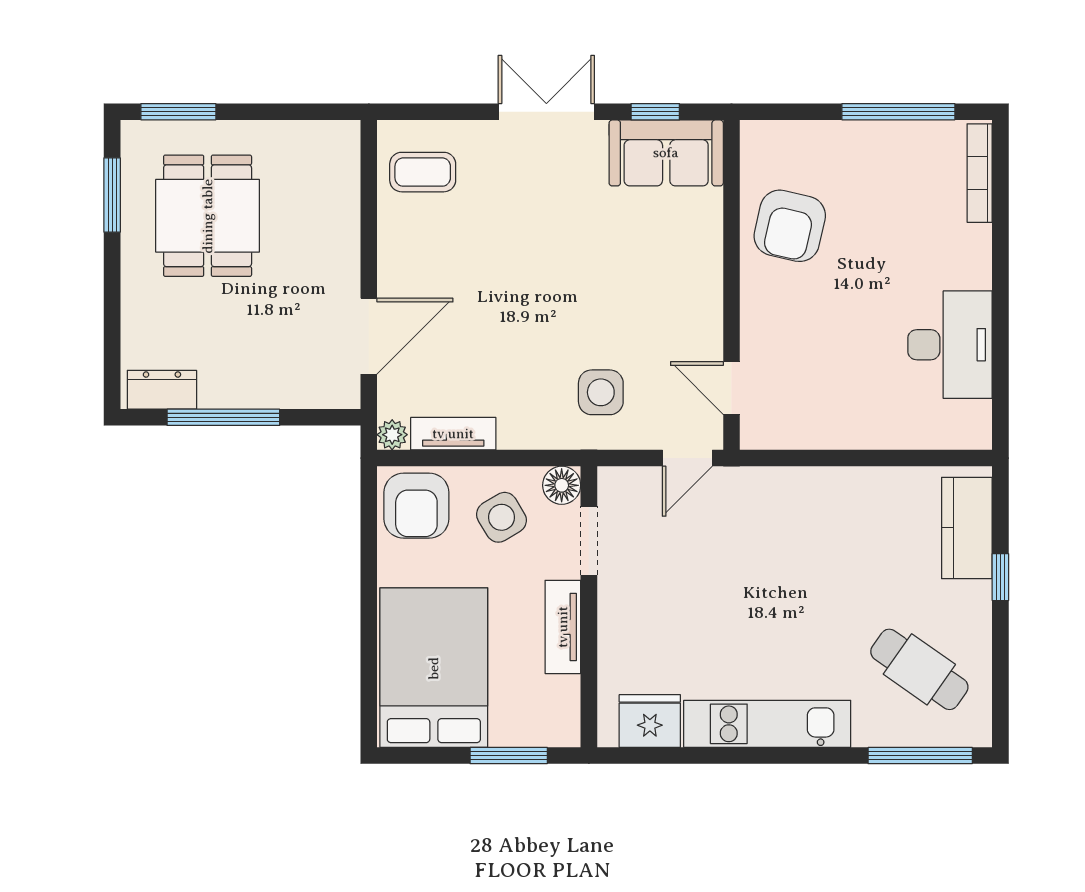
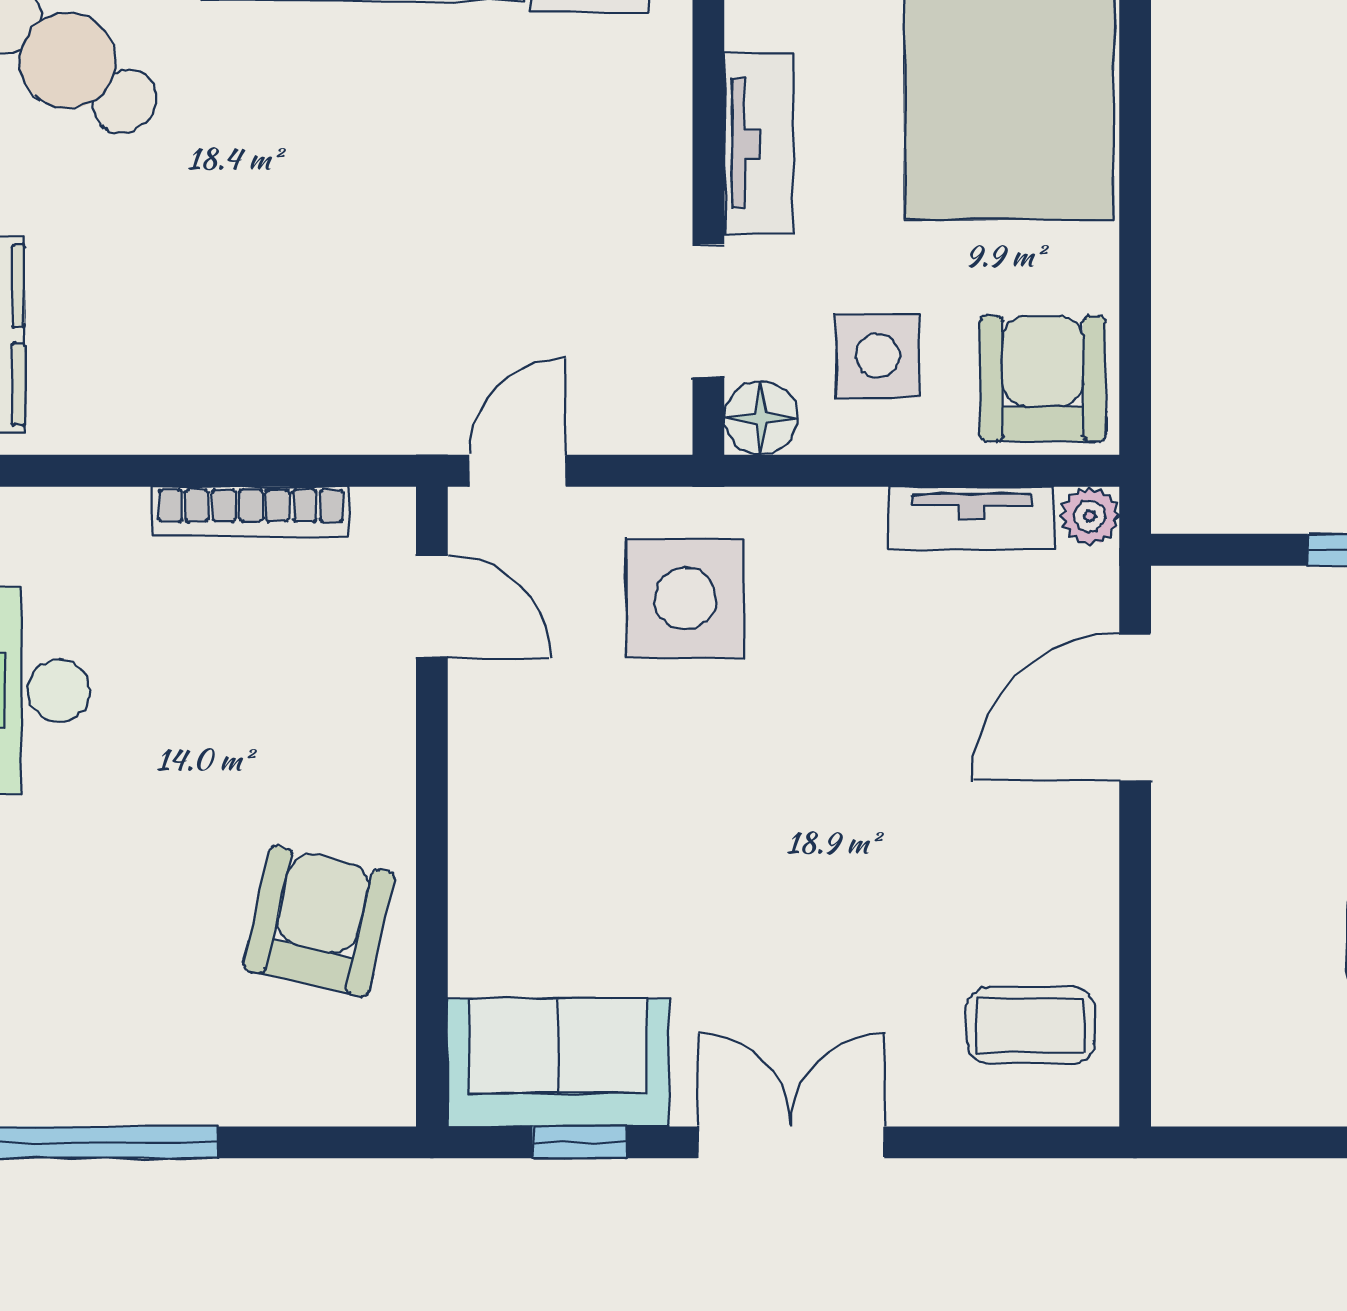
double door: (546, 112) -> (791, 1142), swing flipped
side table: (601, 392) -> (685, 598), width x1.37, depth x1.37
bookcase: (825, 437) -> (251, 512), added
side table: (501, 517) -> (878, 356), turned 31

